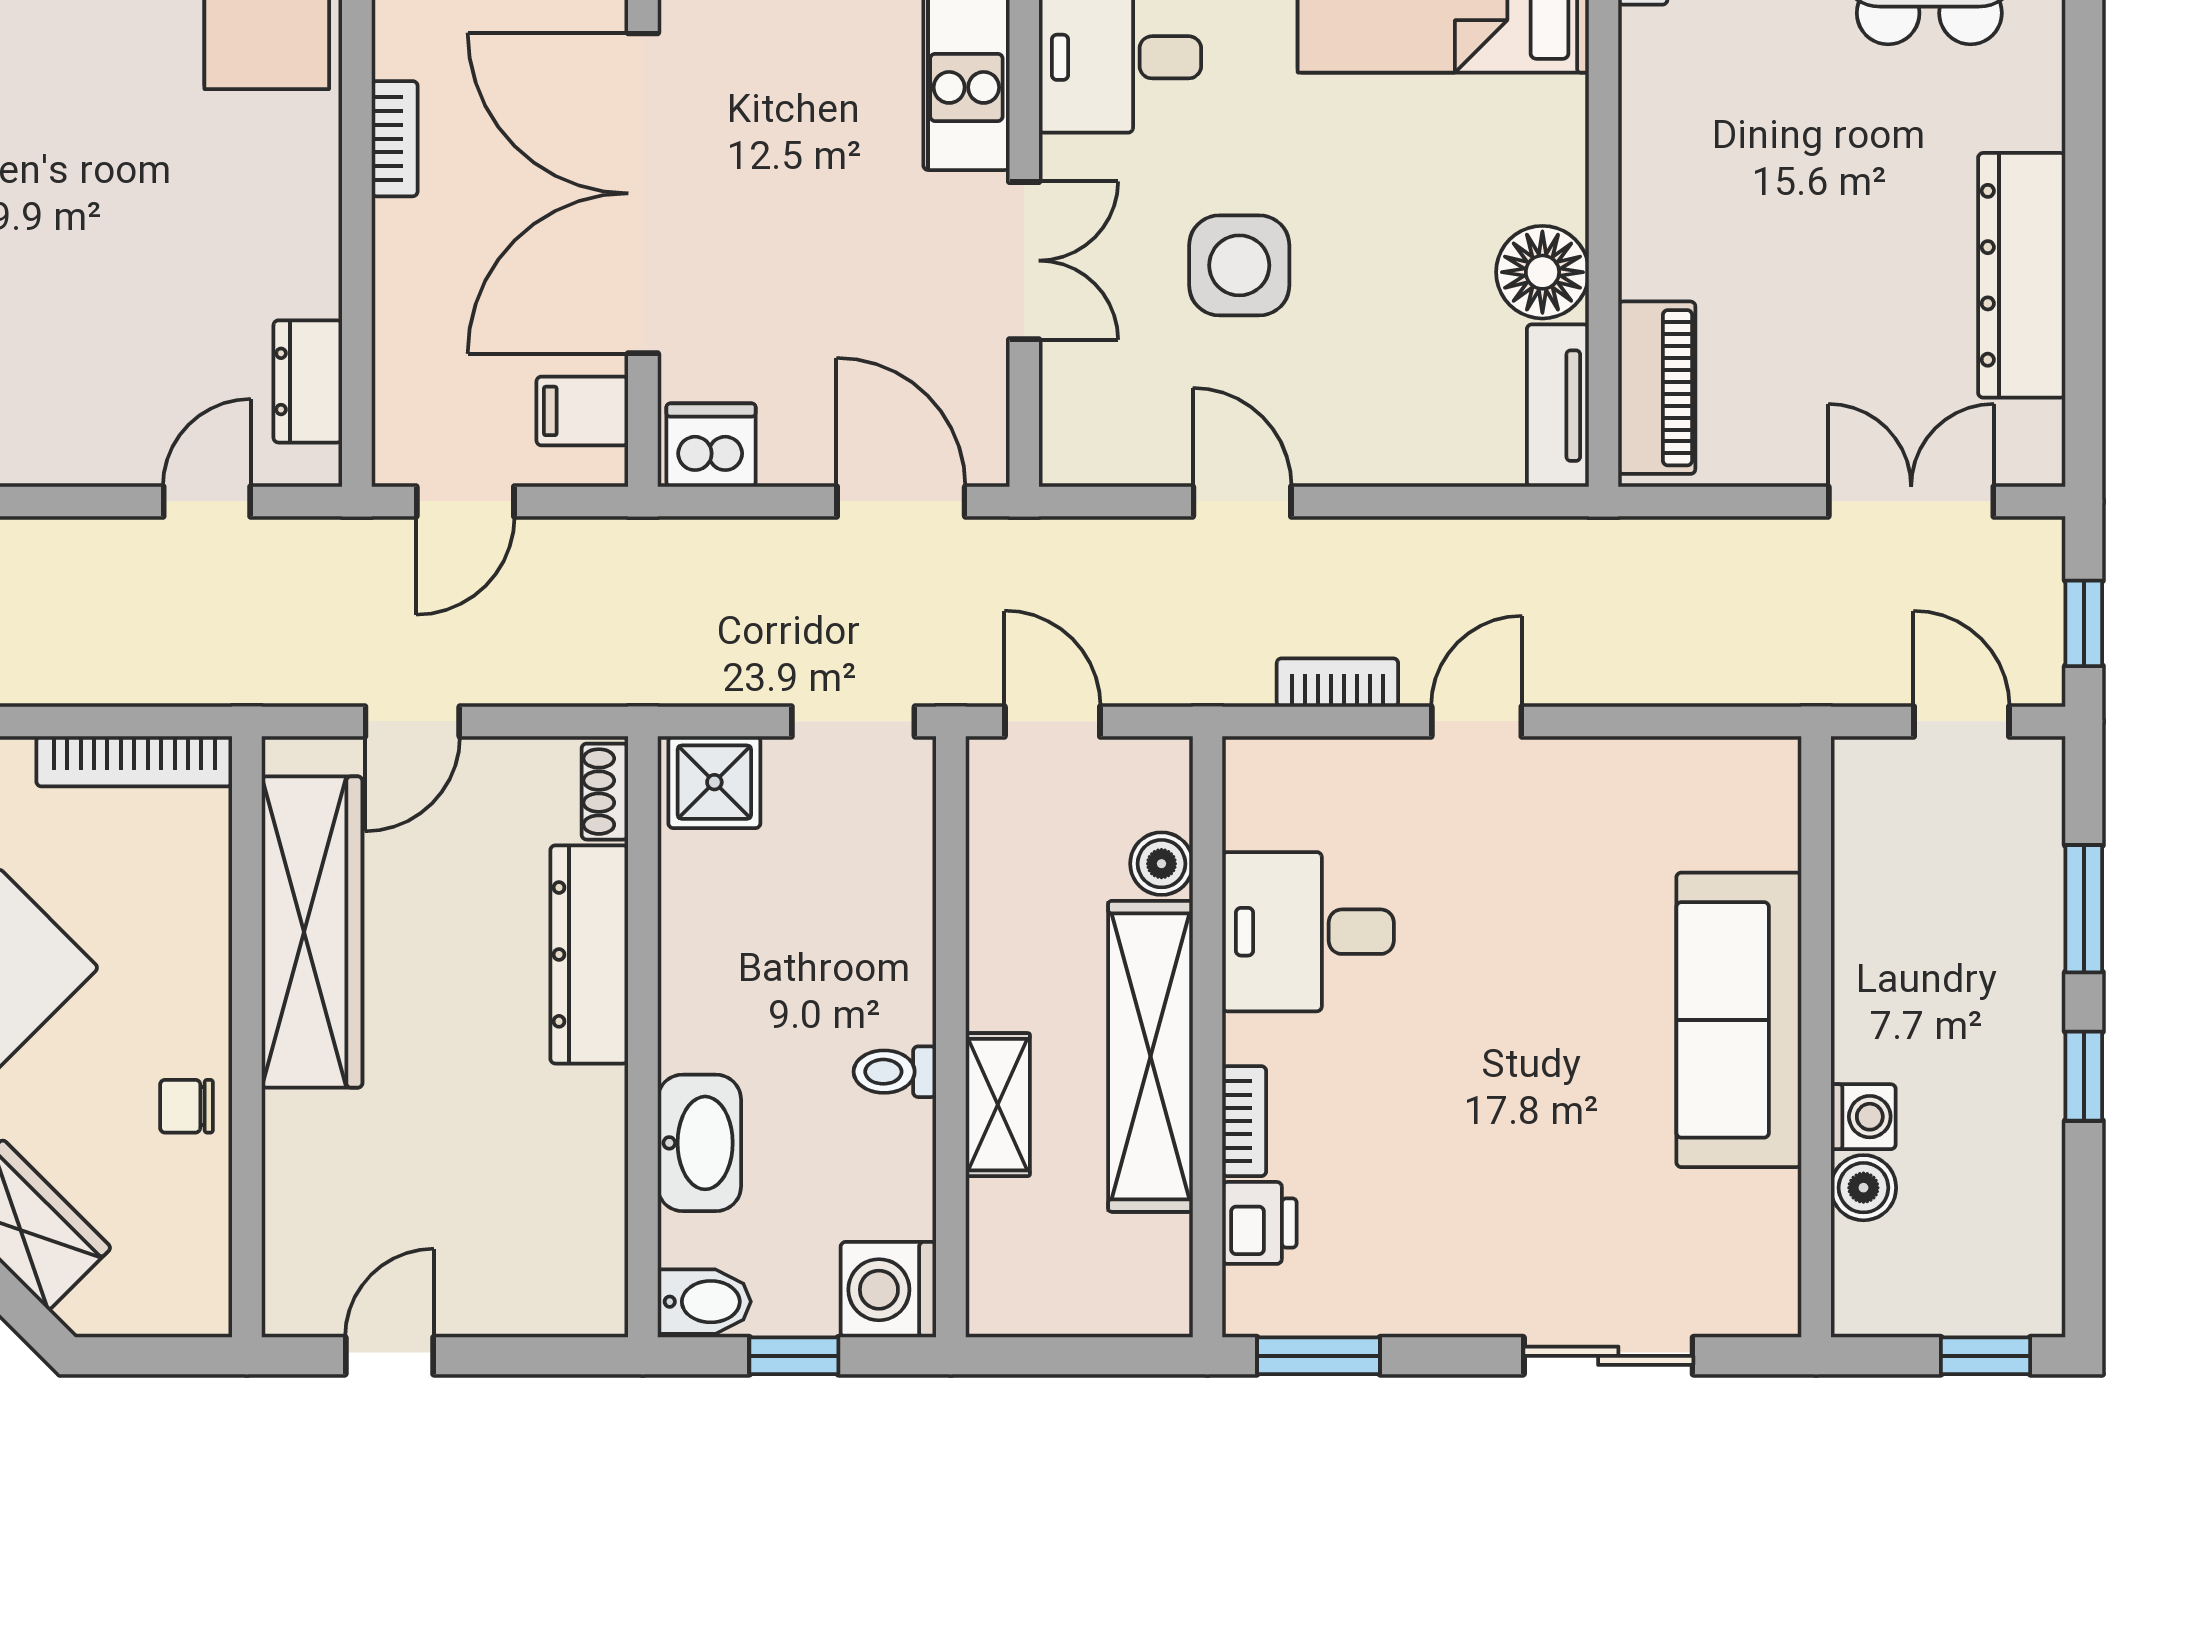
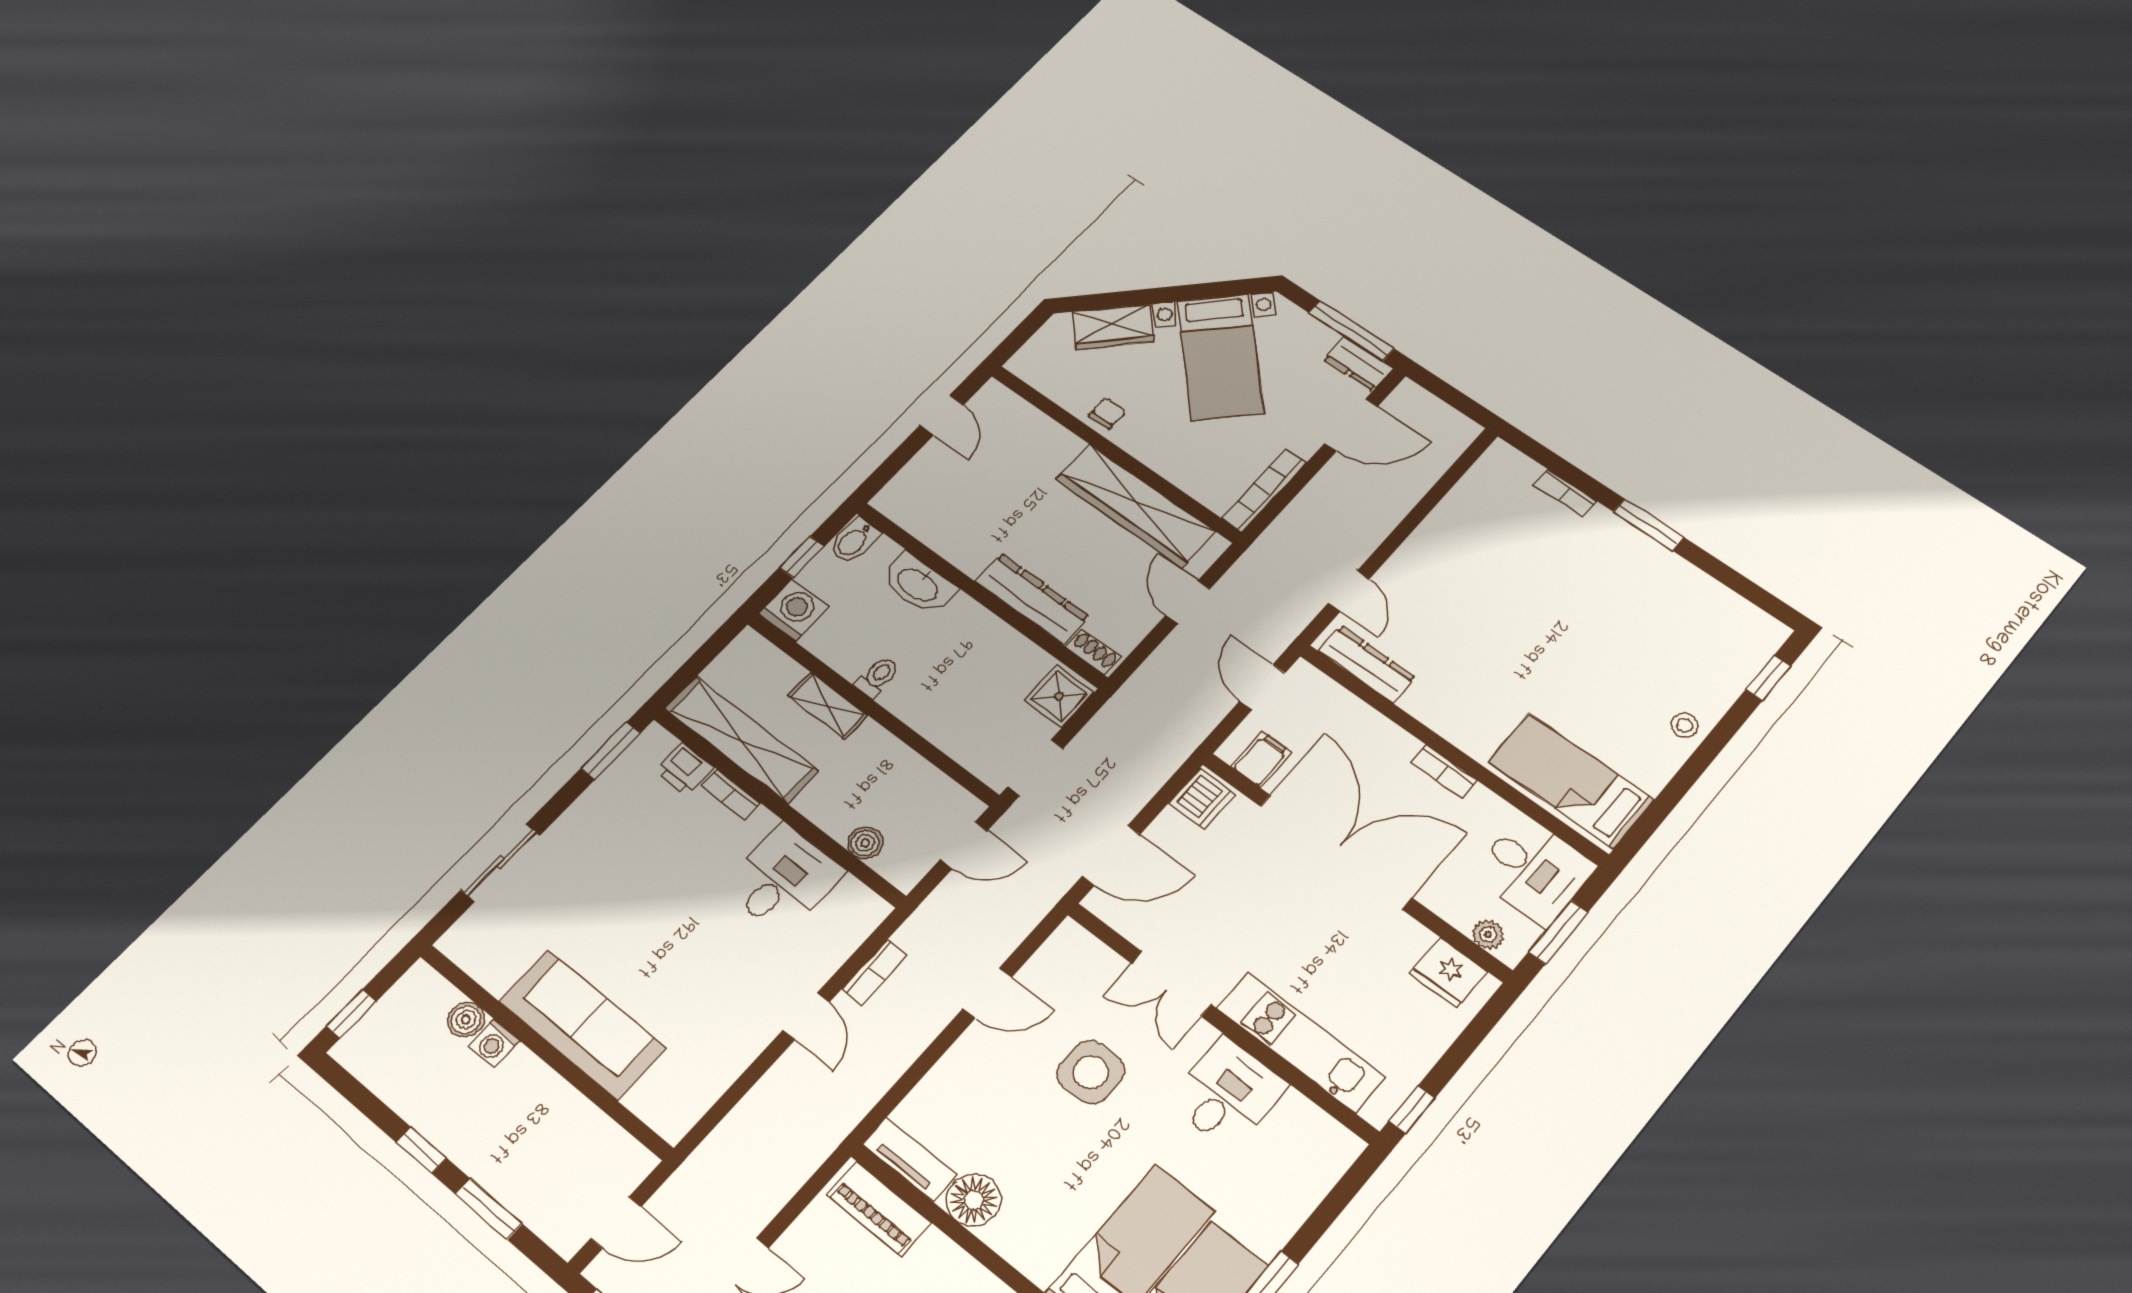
dresser: (308, 381) -> (1367, 664), width x1.44
shelving: (1150, 1056) -> (741, 740), moved

